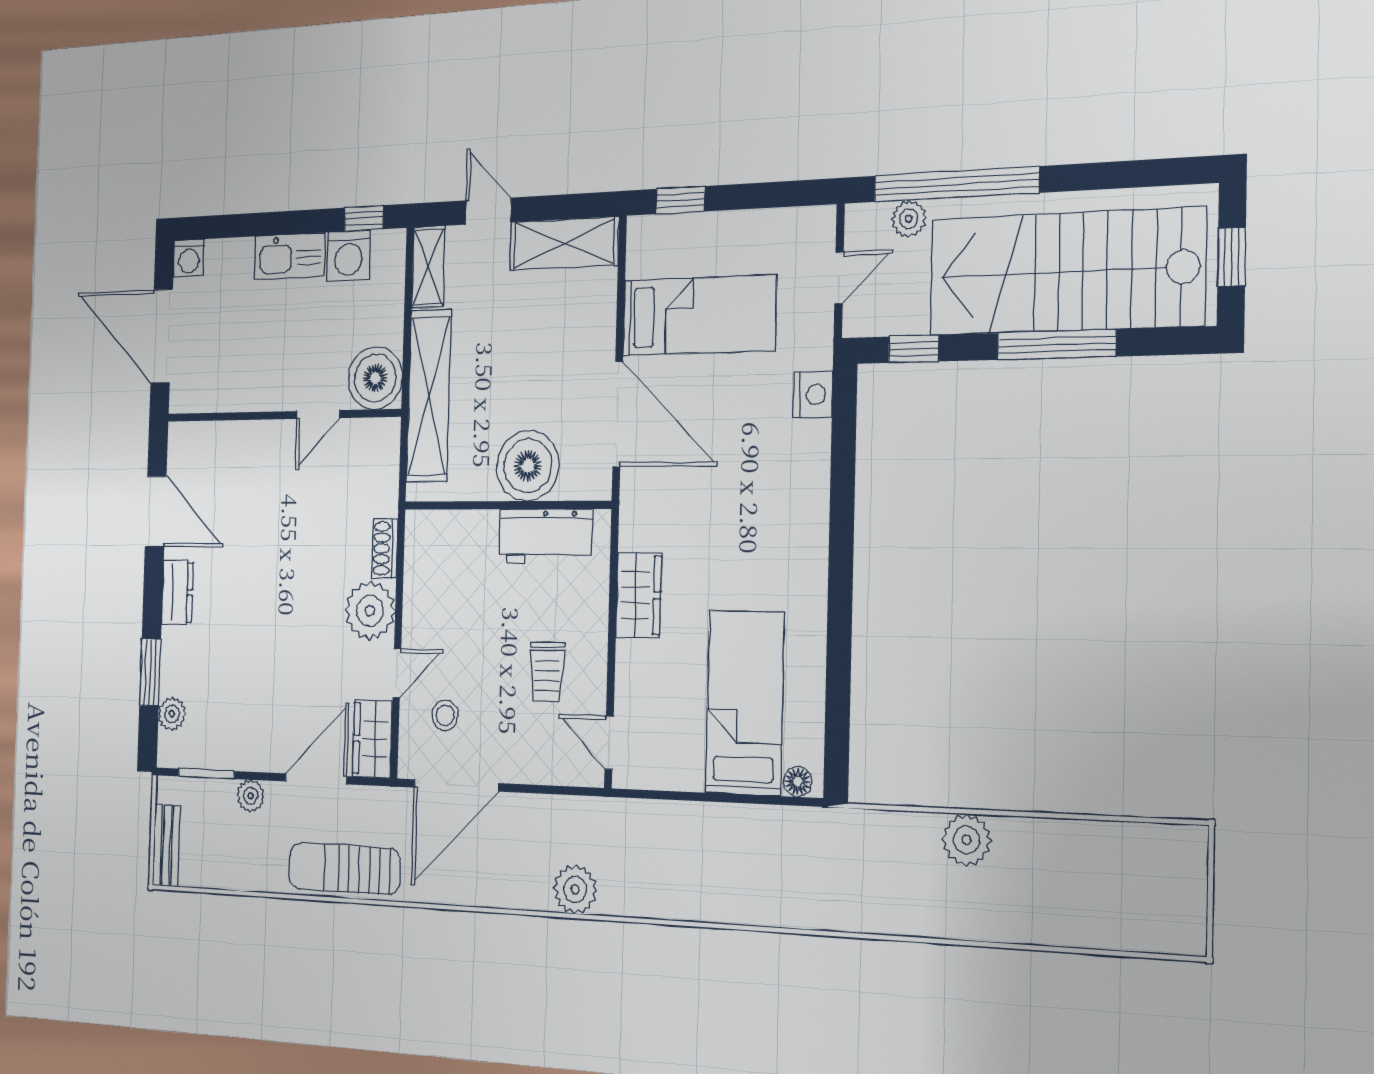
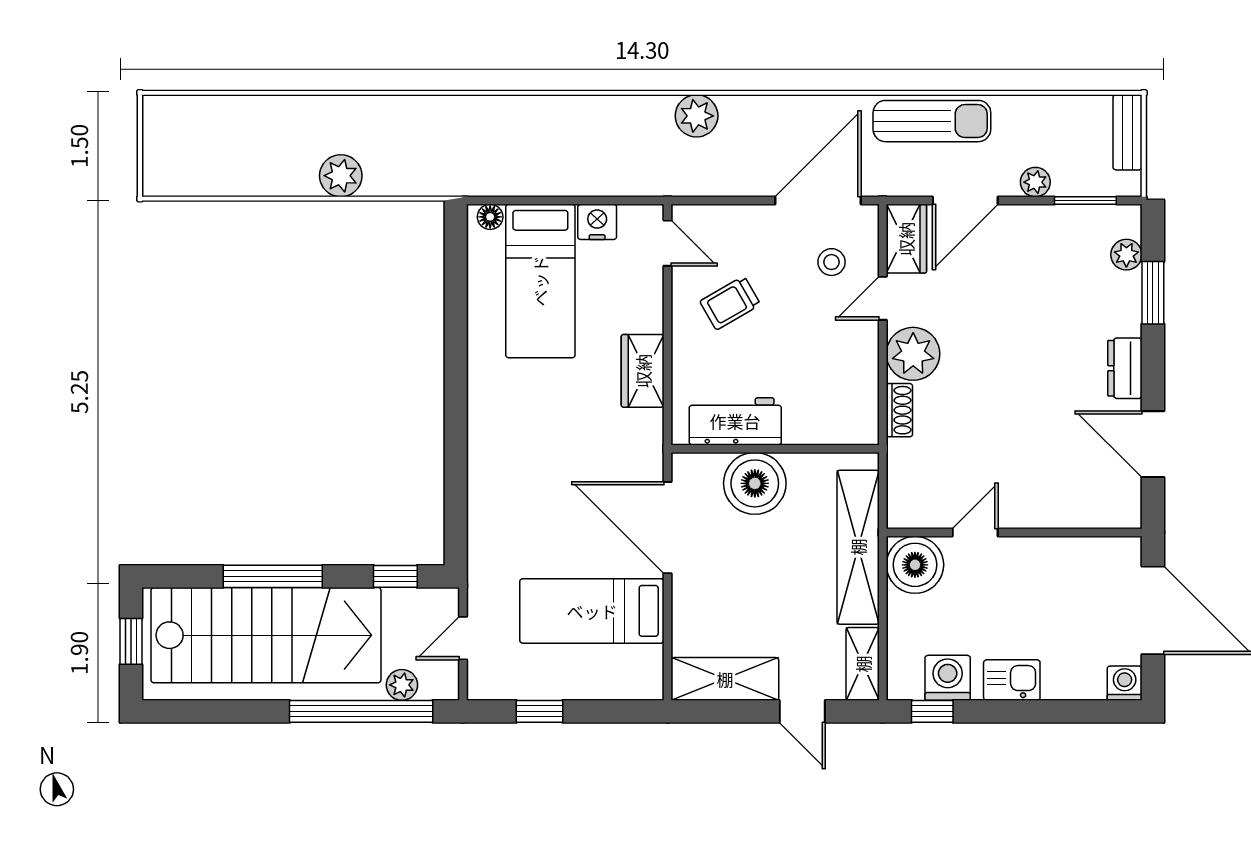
window: (680, 200) -> (540, 711), moved
kitchen sink: (290, 256) -> (1012, 680), width x0.73
nightstand: (813, 395) -> (597, 222), moved, turned 90
trolley: (547, 672) -> (730, 303), turned -120

